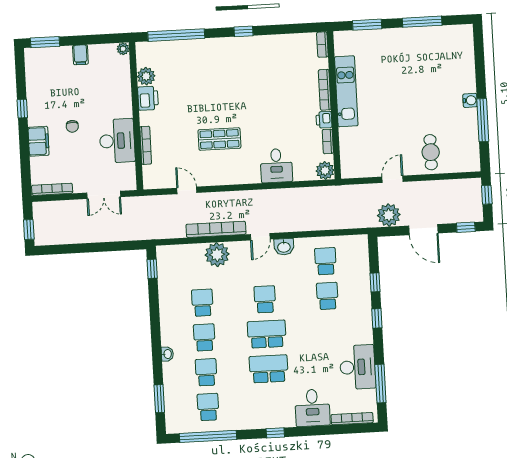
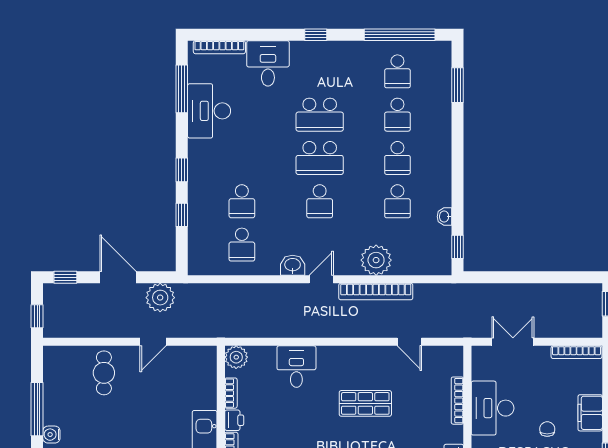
washbasin: (167, 354) -> (445, 217), moved

